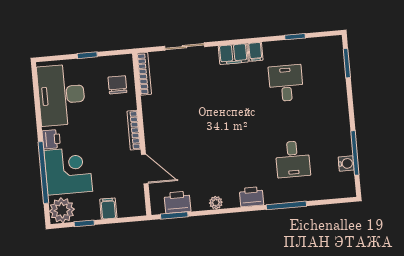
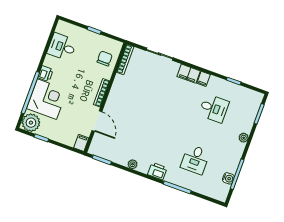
desk: (286, 83) -> (214, 108), turned 90
desk: (61, 95) -> (62, 47), width x0.53, depth x0.77
plant: (341, 103) -> (244, 138), added
printer: (177, 202) -> (108, 152), removed
filing cabinet: (108, 209) -> (81, 143), moved

